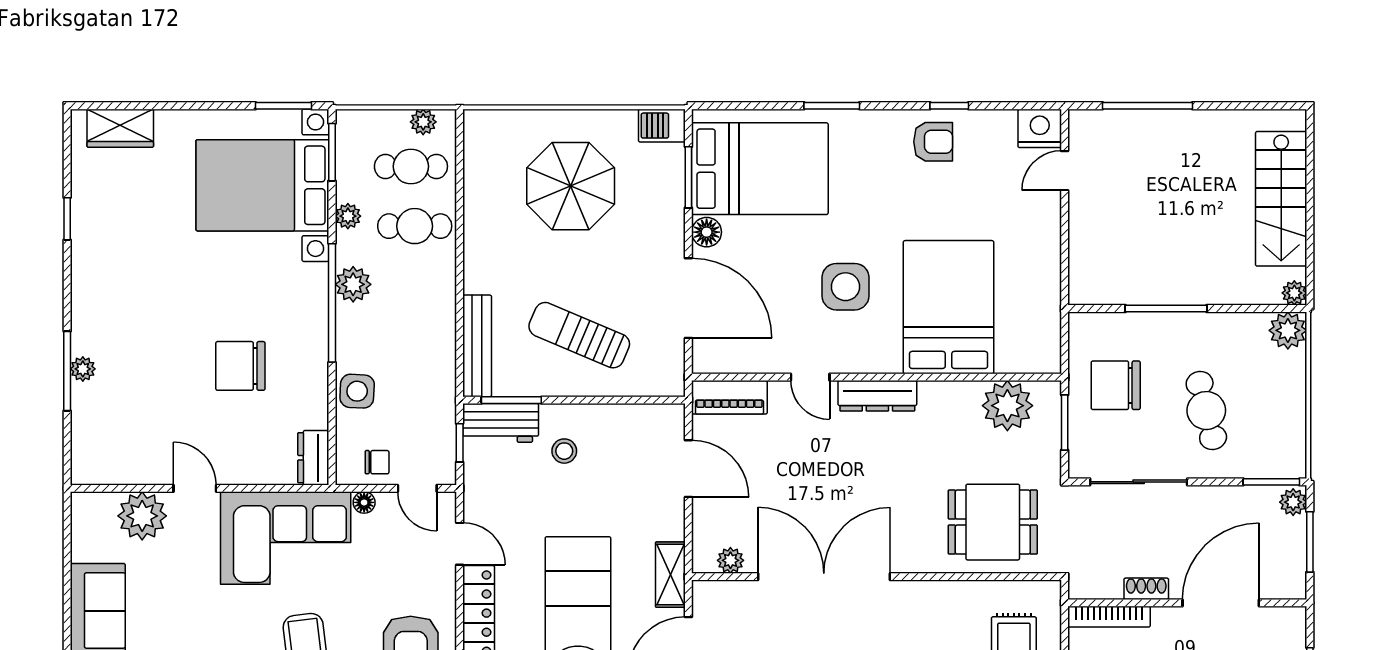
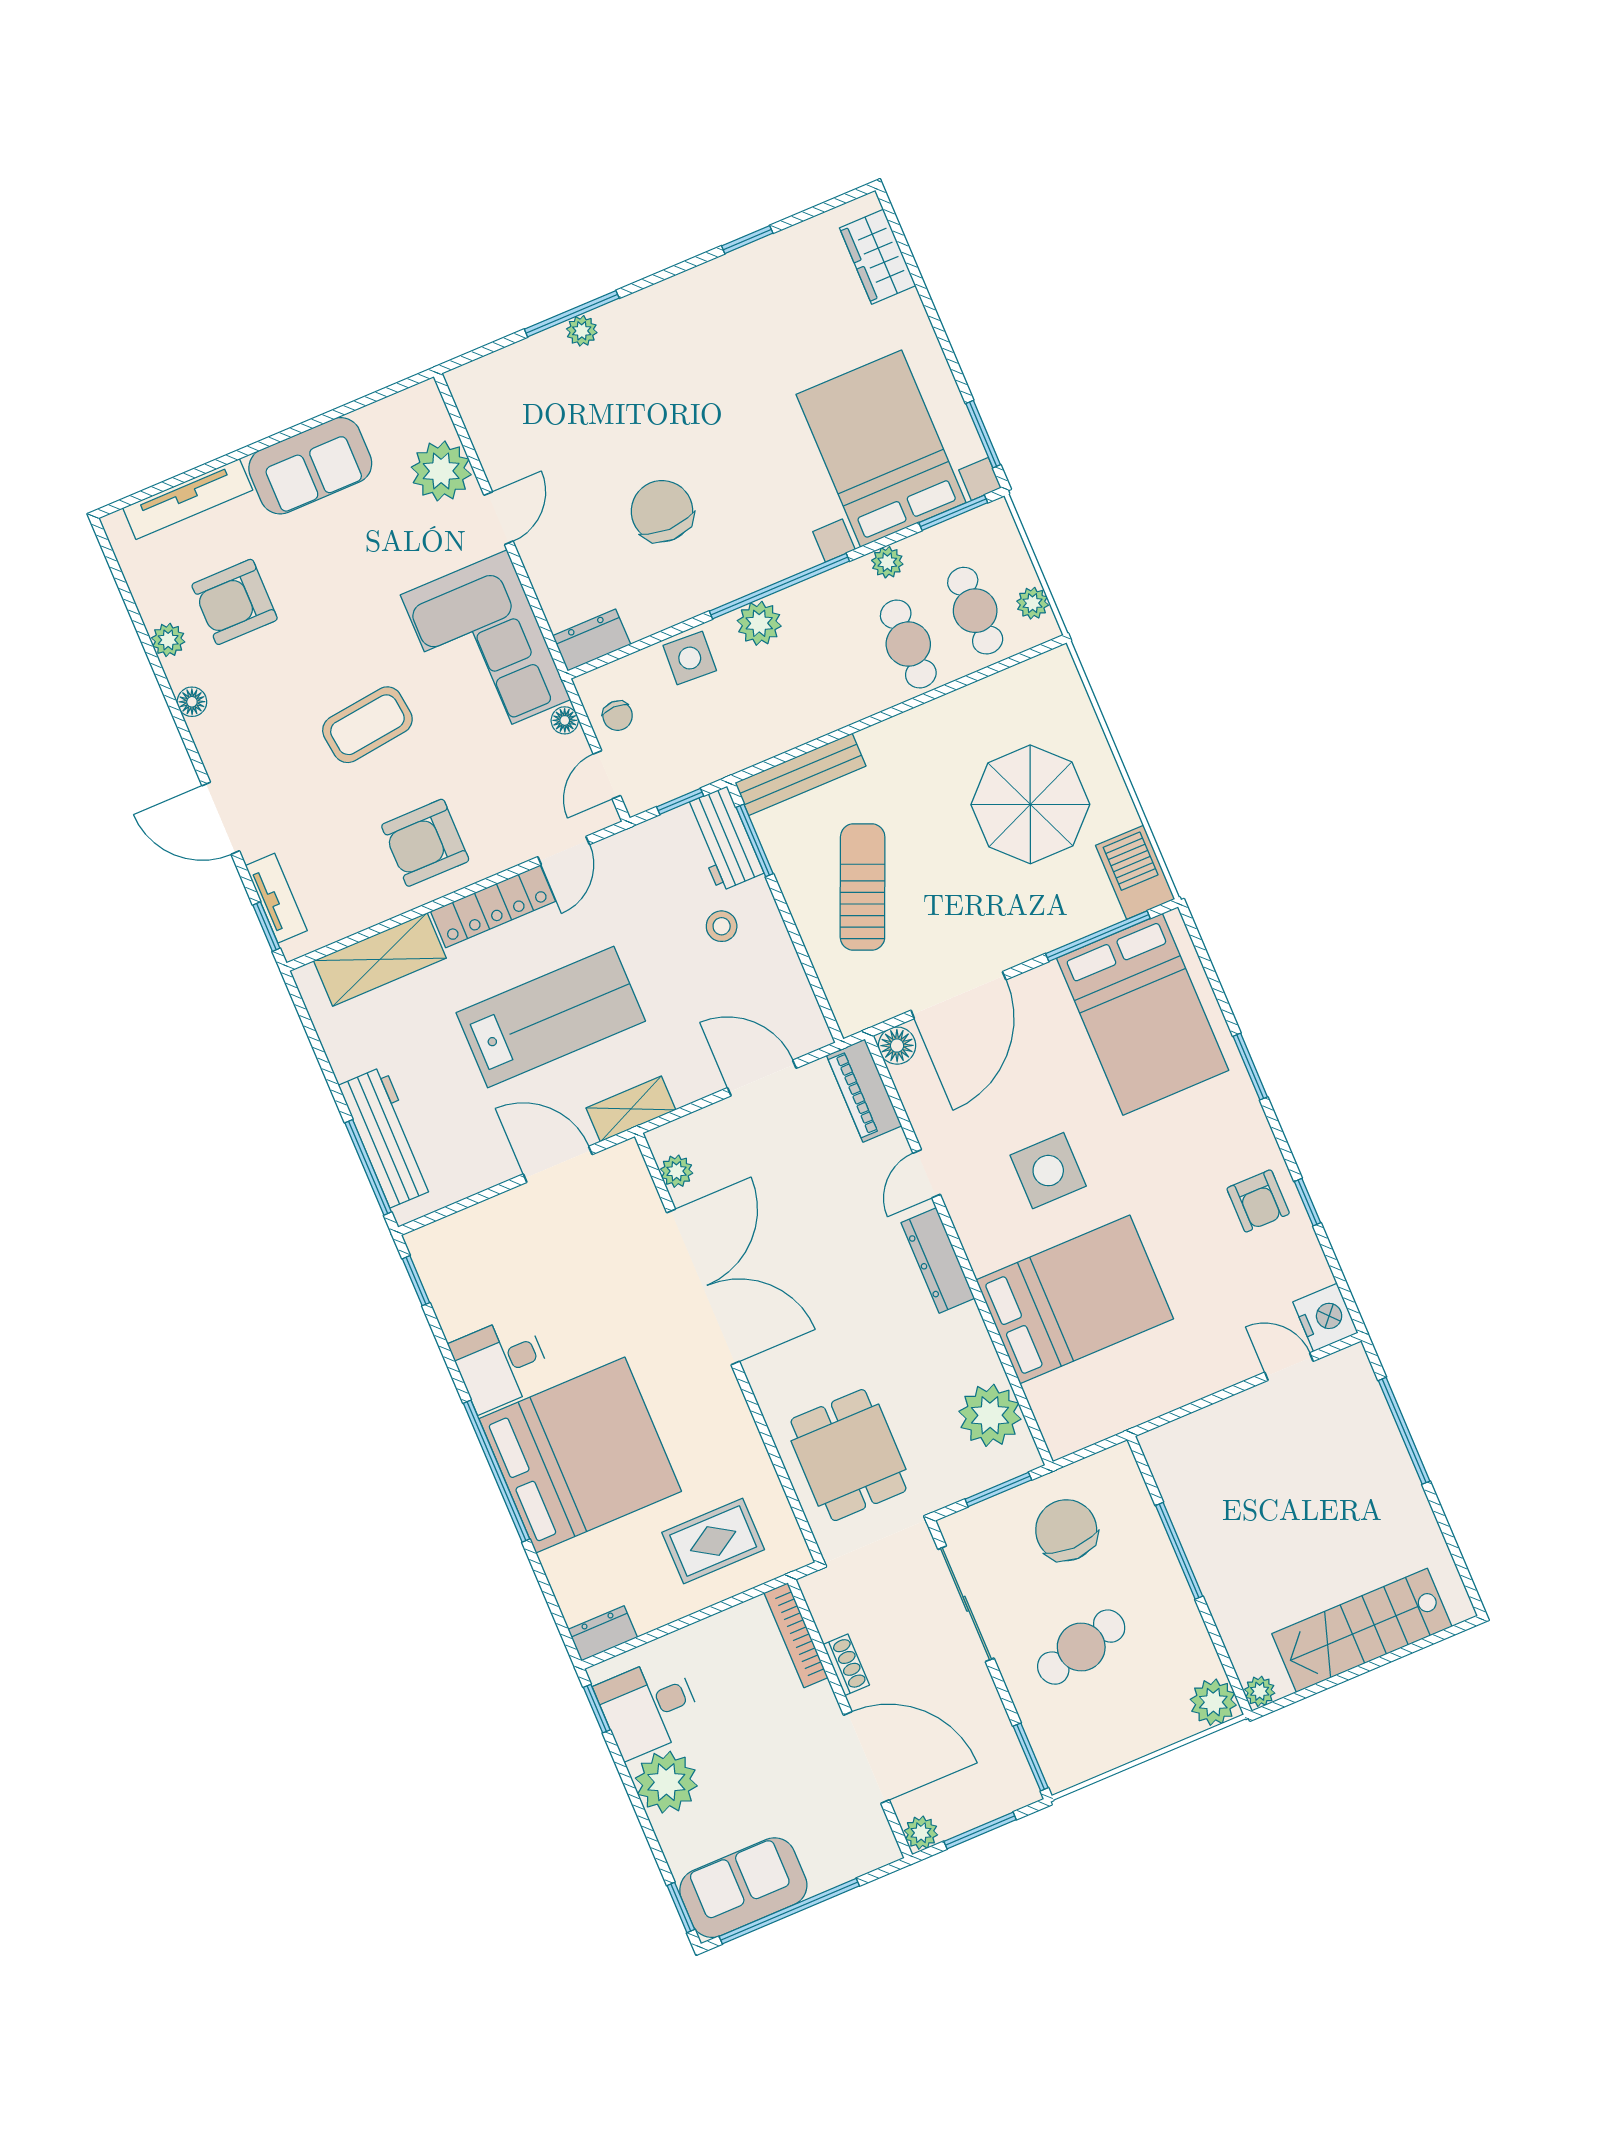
barbecue: (662, 126) -> (1135, 872), width x1.38, depth x1.27
window: (688, 177) -> (1098, 936), width x1.44
floor lamp: (707, 232) -> (897, 1046), moved
plant: (353, 284) -> (759, 623), moved
door: (688, 469) -> (762, 1078), swing flipped
plant: (1293, 502) -> (921, 1833), moved

